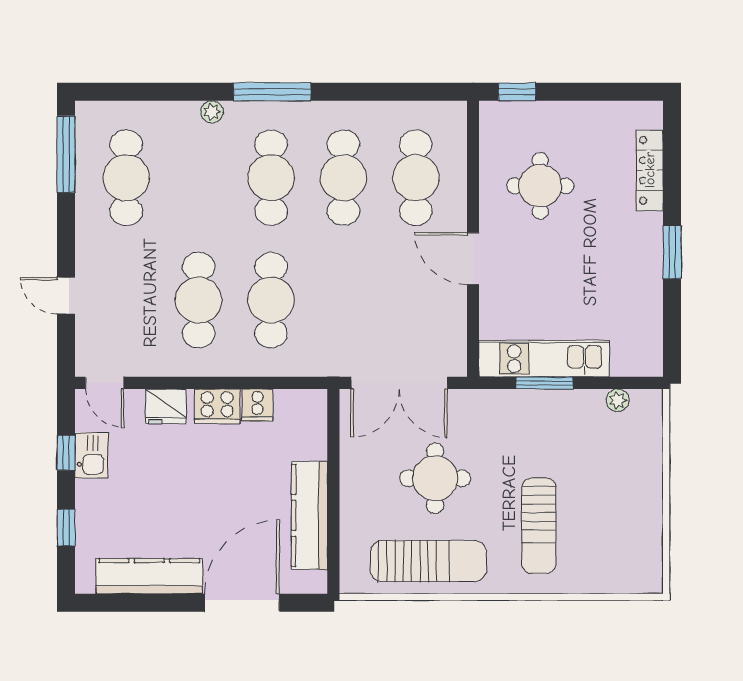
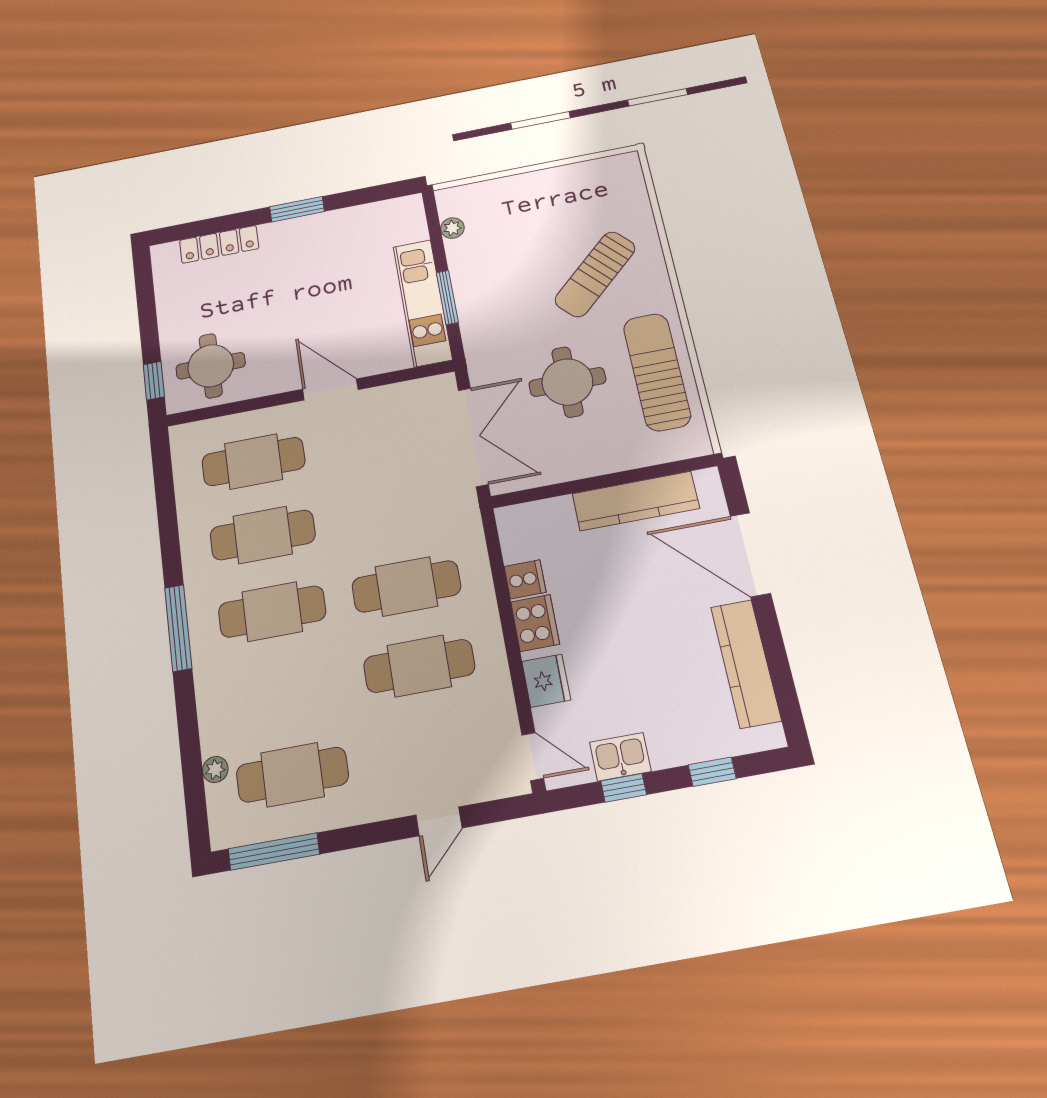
plant: (212, 112) -> (215, 769), moved
round table: (540, 186) -> (211, 366), moved
door: (473, 259) -> (330, 389), swing flipped
door: (105, 383) -> (533, 757), hinge flipped
sun lounger: (539, 526) -> (595, 274), turned 137

